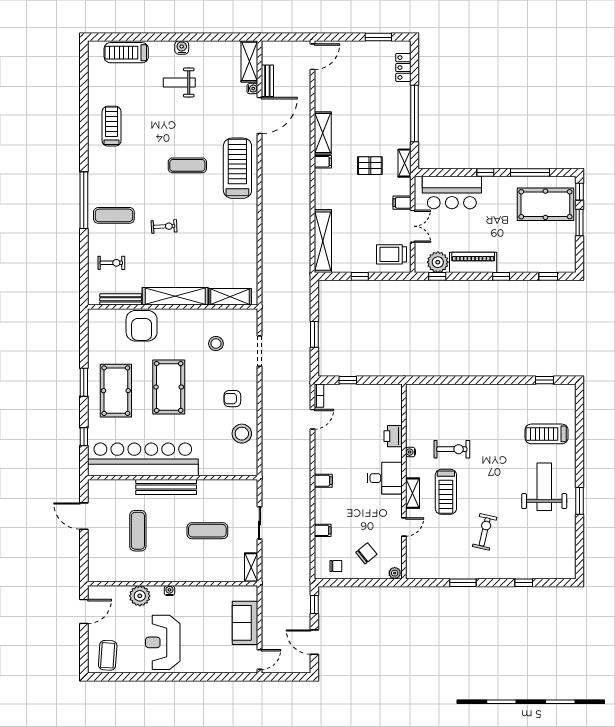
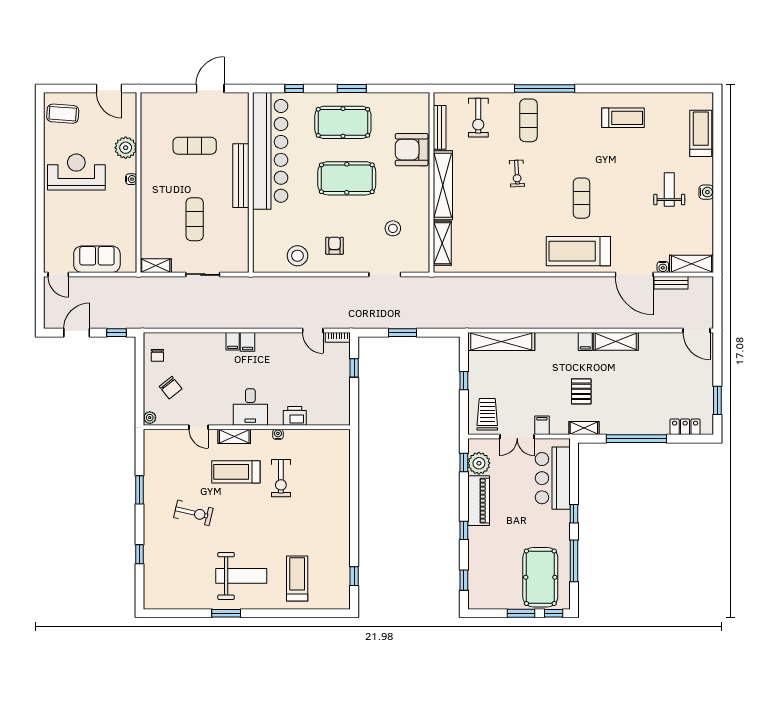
treadmill: (237, 168) -> (578, 251), turned 180
exercise bike: (111, 263) -> (478, 118), width x1.38, depth x1.39
filing cabinet: (323, 530) -> (233, 341), moved

